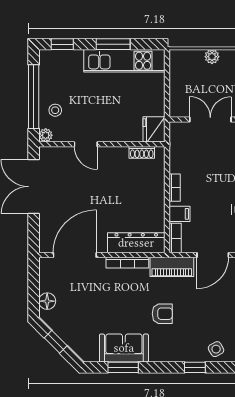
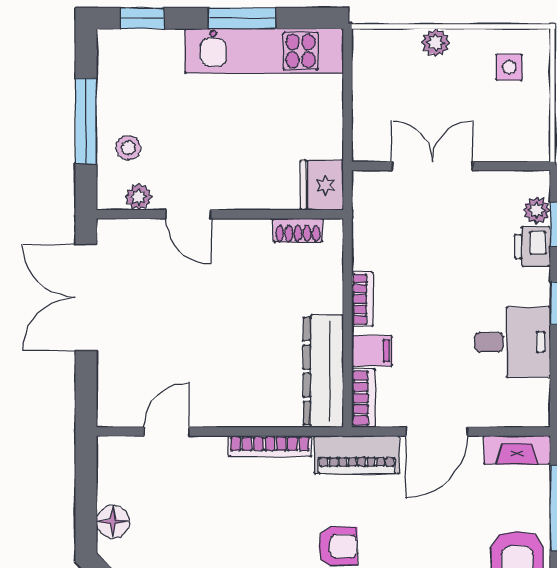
window: (34, 97) -> (86, 121), width x0.68
plant: (46, 135) -> (138, 197), moved
dresser: (136, 243) -> (323, 371), moved, turned -90
door: (75, 255) -> (166, 432), width x0.53

